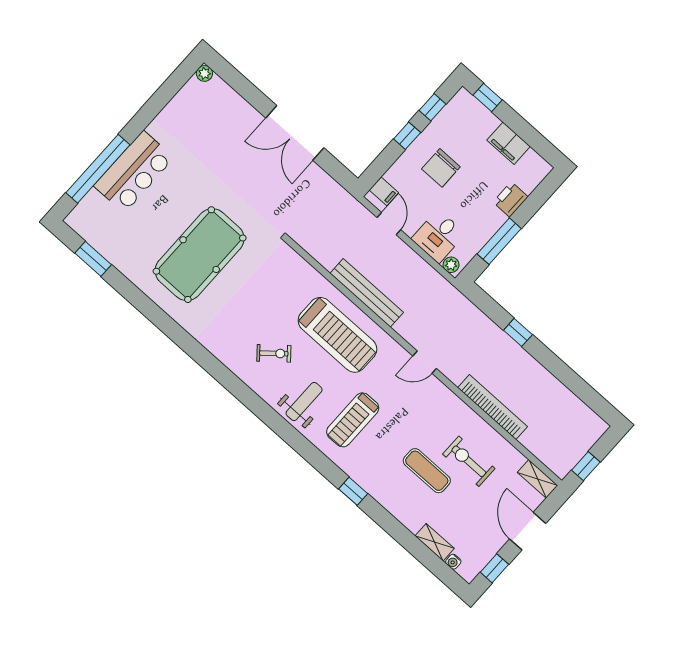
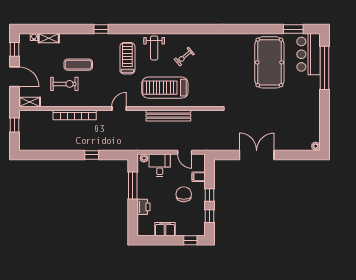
bar counter: (134, 172) -> (308, 54), moved
filing cabinet: (384, 191) -> (199, 177), moved
pool table: (200, 255) -> (269, 62), moved

